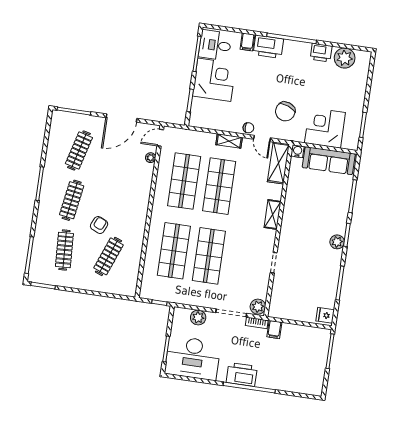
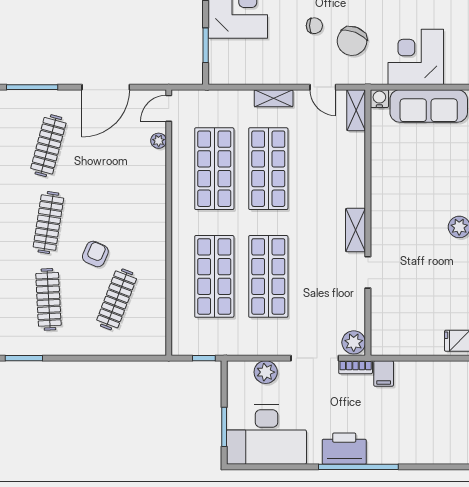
chair: (248, 128) -> (314, 26), moved
shelving: (278, 163) -> (356, 110), width x0.67, depth x0.75
shelving: (273, 215) -> (356, 230), moved

